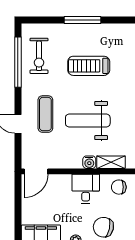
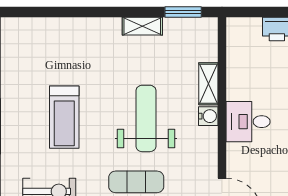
weight bench: (88, 121) -> (146, 118), turned 180
chair: (119, 187) -> (246, 72), removed

